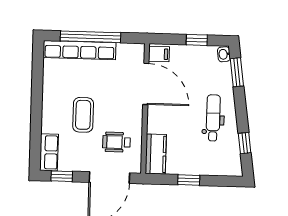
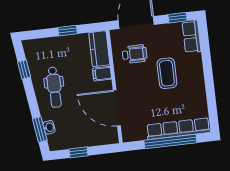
filing cabinet: (159, 54) -> (102, 74), moved
washbasin: (224, 54) -> (49, 127), moved

